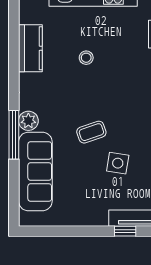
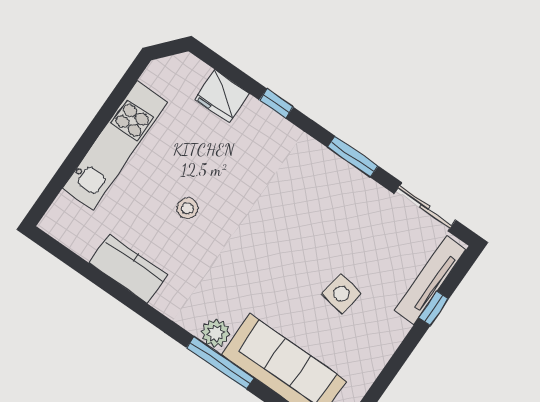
coffee table: (91, 132) -> (283, 265), removed
side table: (118, 163) -> (341, 294), moved

